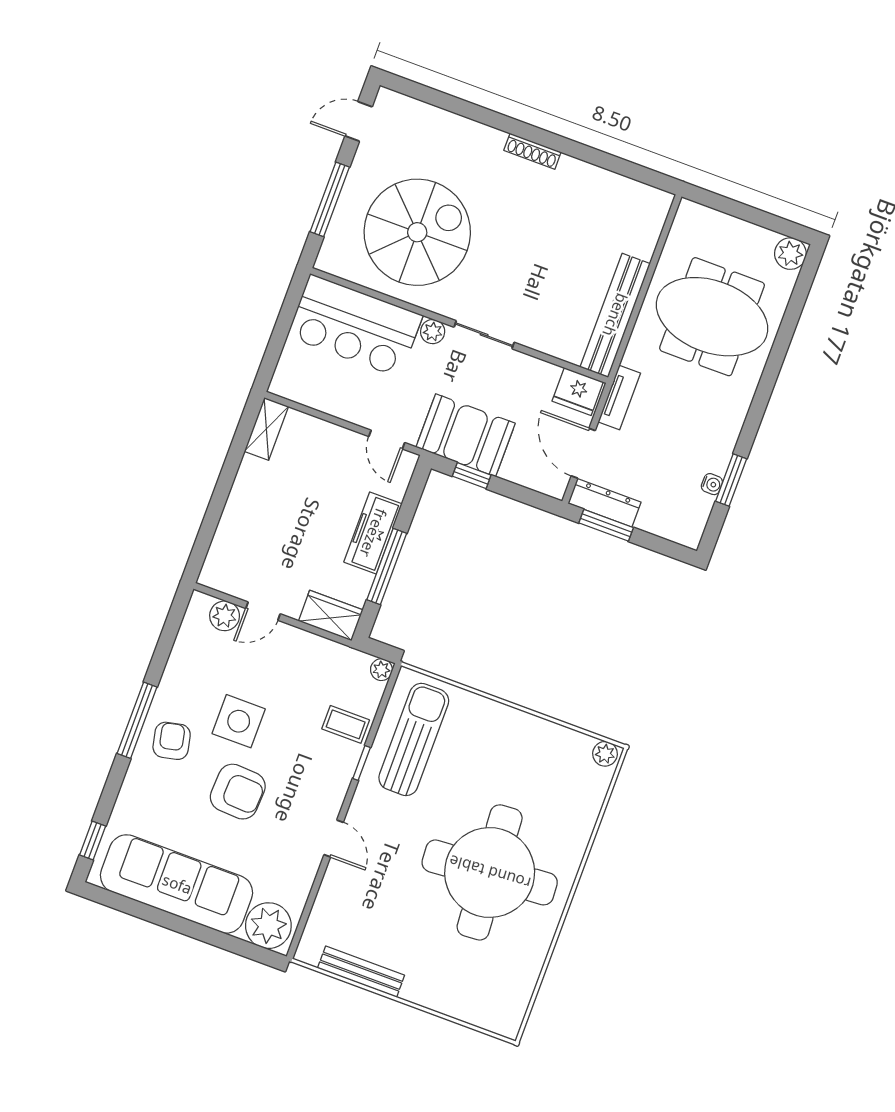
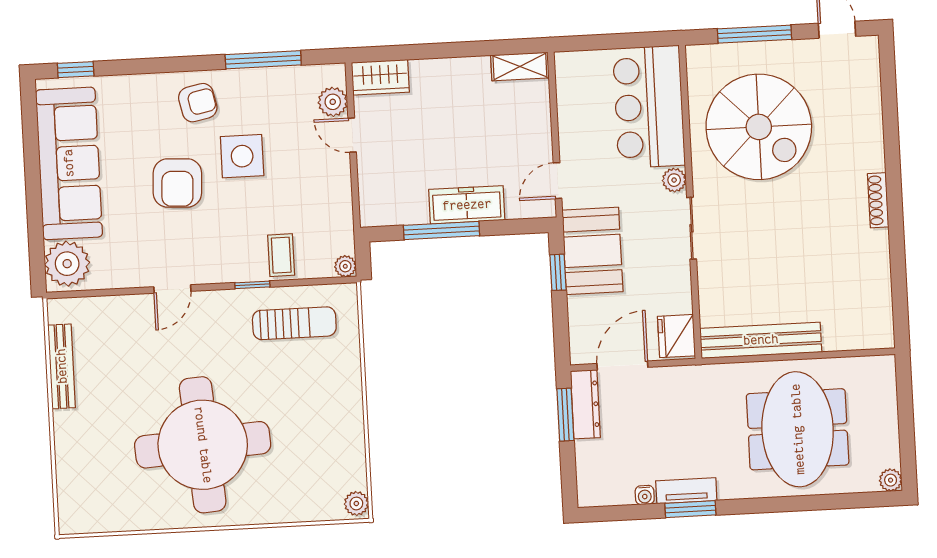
plant: (790, 254) -> (891, 480), width x0.73, depth x0.73
tv unit: (619, 398) -> (686, 491), moved, turned 180
window: (731, 480) -> (690, 509), moved
wardrobe: (331, 616) -> (380, 77), moved, turned 90
window: (137, 720) -> (263, 60), moved
sun lounger: (414, 739) -> (294, 323), width x0.73, depth x0.75

